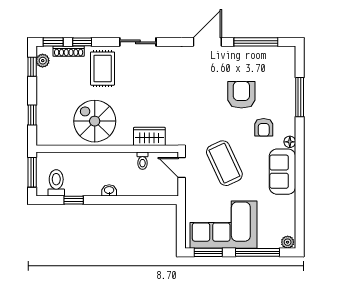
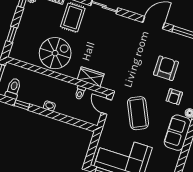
spiral stairs: (95, 121) -> (55, 53), turned 90

